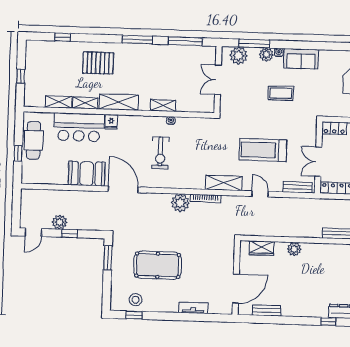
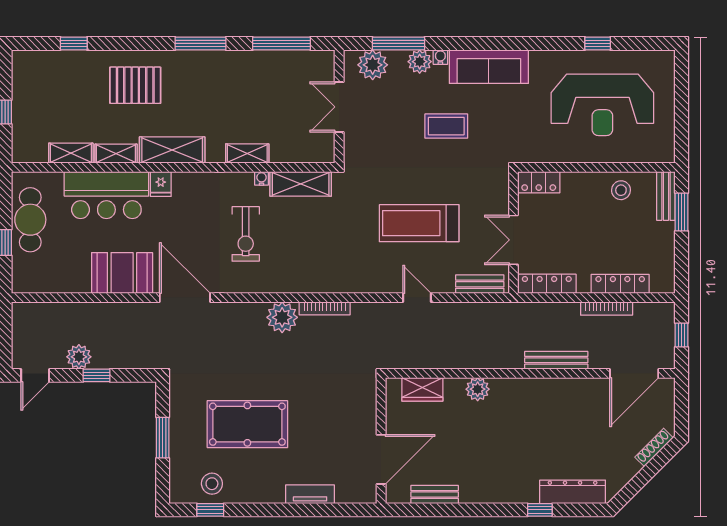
sofa: (301, 59) -> (489, 67), width x1.36
shelving: (224, 183) -> (301, 184), moved
window: (108, 258) -> (163, 438), moved

